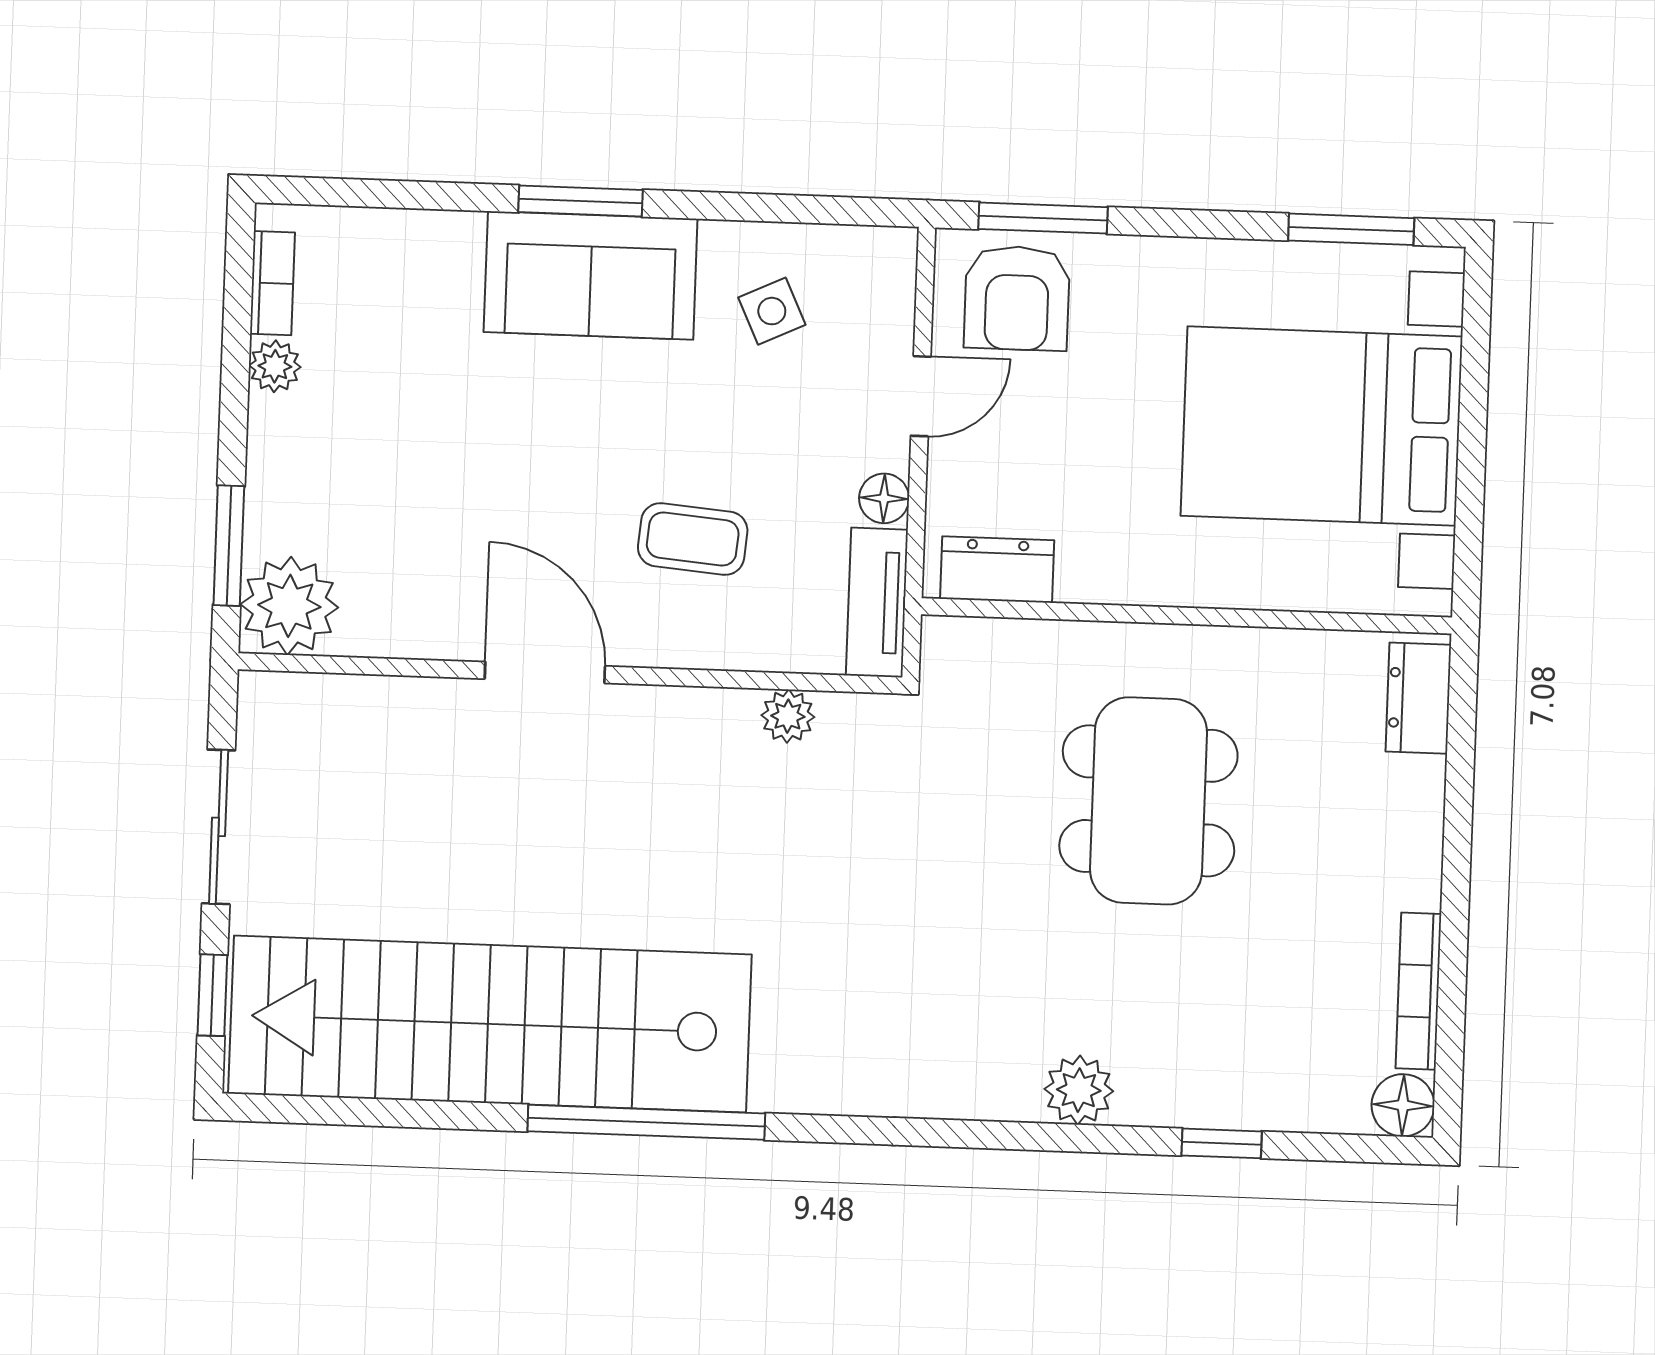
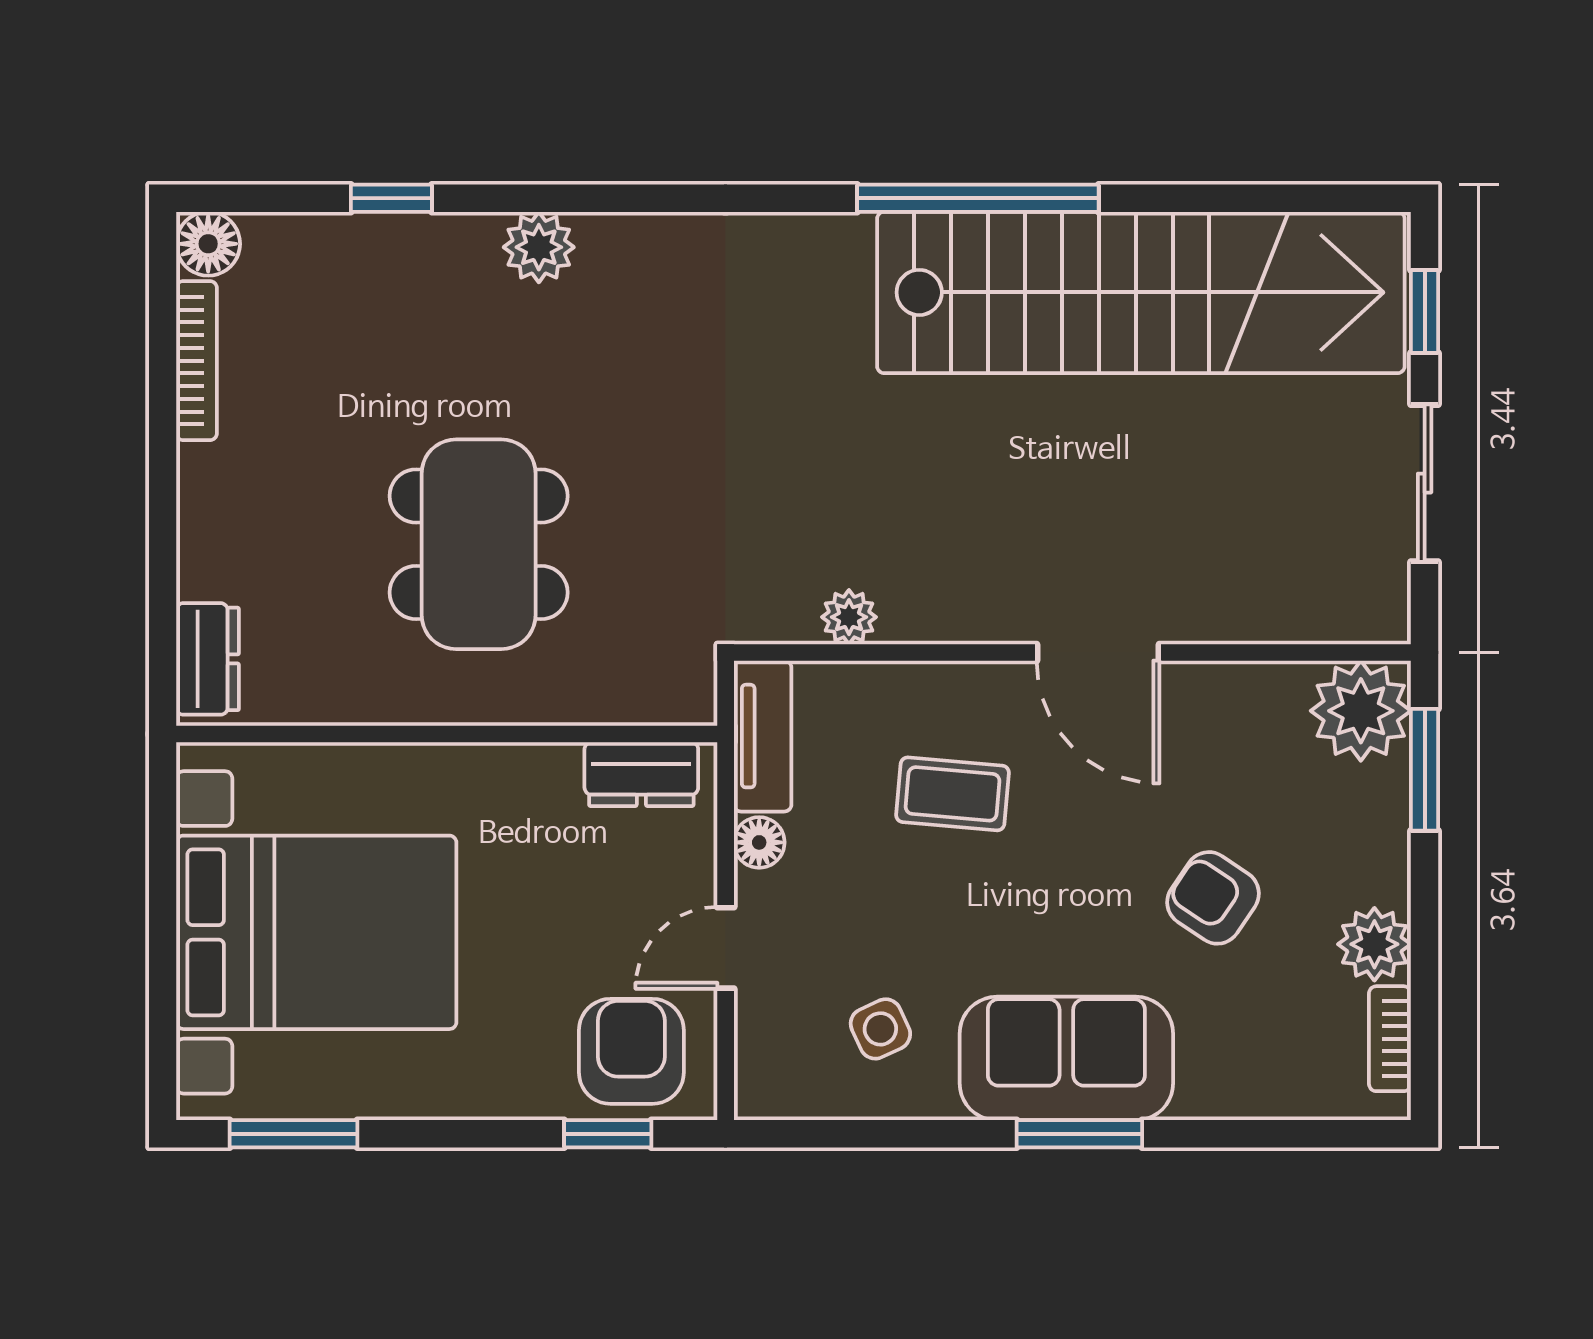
window: (1043, 218) -> (608, 1134), width x0.67
plant: (275, 366) -> (1374, 944), width x1.38, depth x1.38
armchair: (441, 428) -> (1213, 898), added

